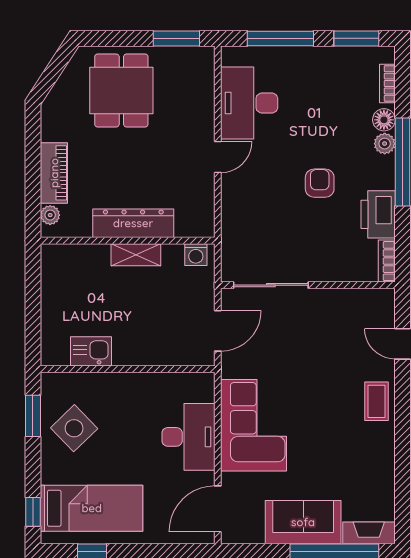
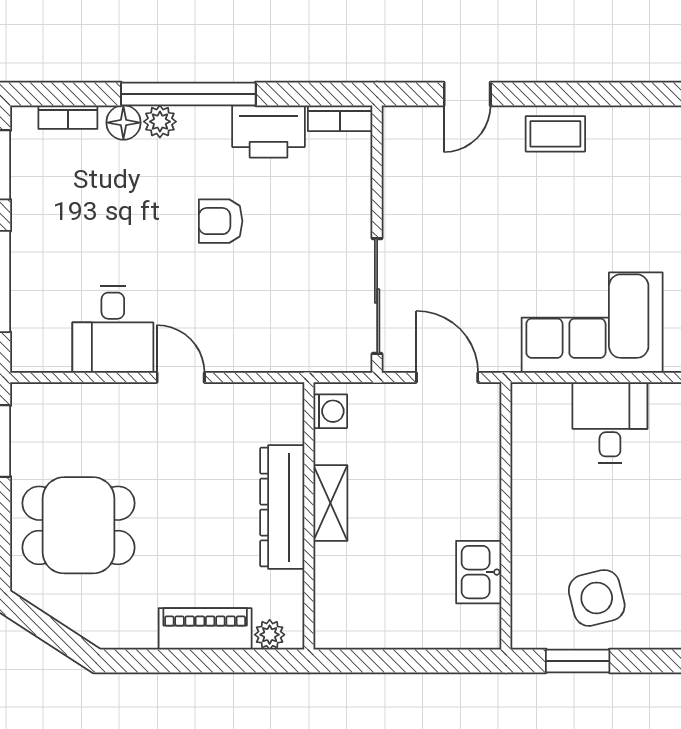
desk: (249, 103) -> (113, 329), width x0.73
side table: (74, 428) -> (597, 598), turned 30
desk: (188, 437) -> (610, 422), width x0.73

